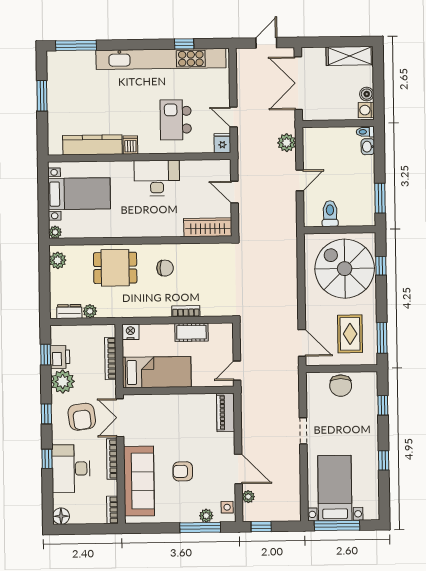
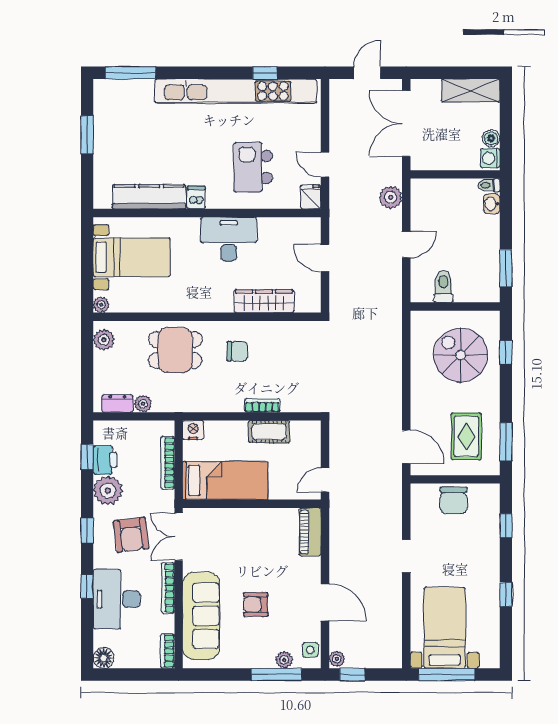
wardrobe: (208, 227) -> (264, 301), moved
spiral stairs: (345, 269) -> (461, 355), width x0.73, depth x0.73
plant: (248, 497) -> (337, 659), moved

